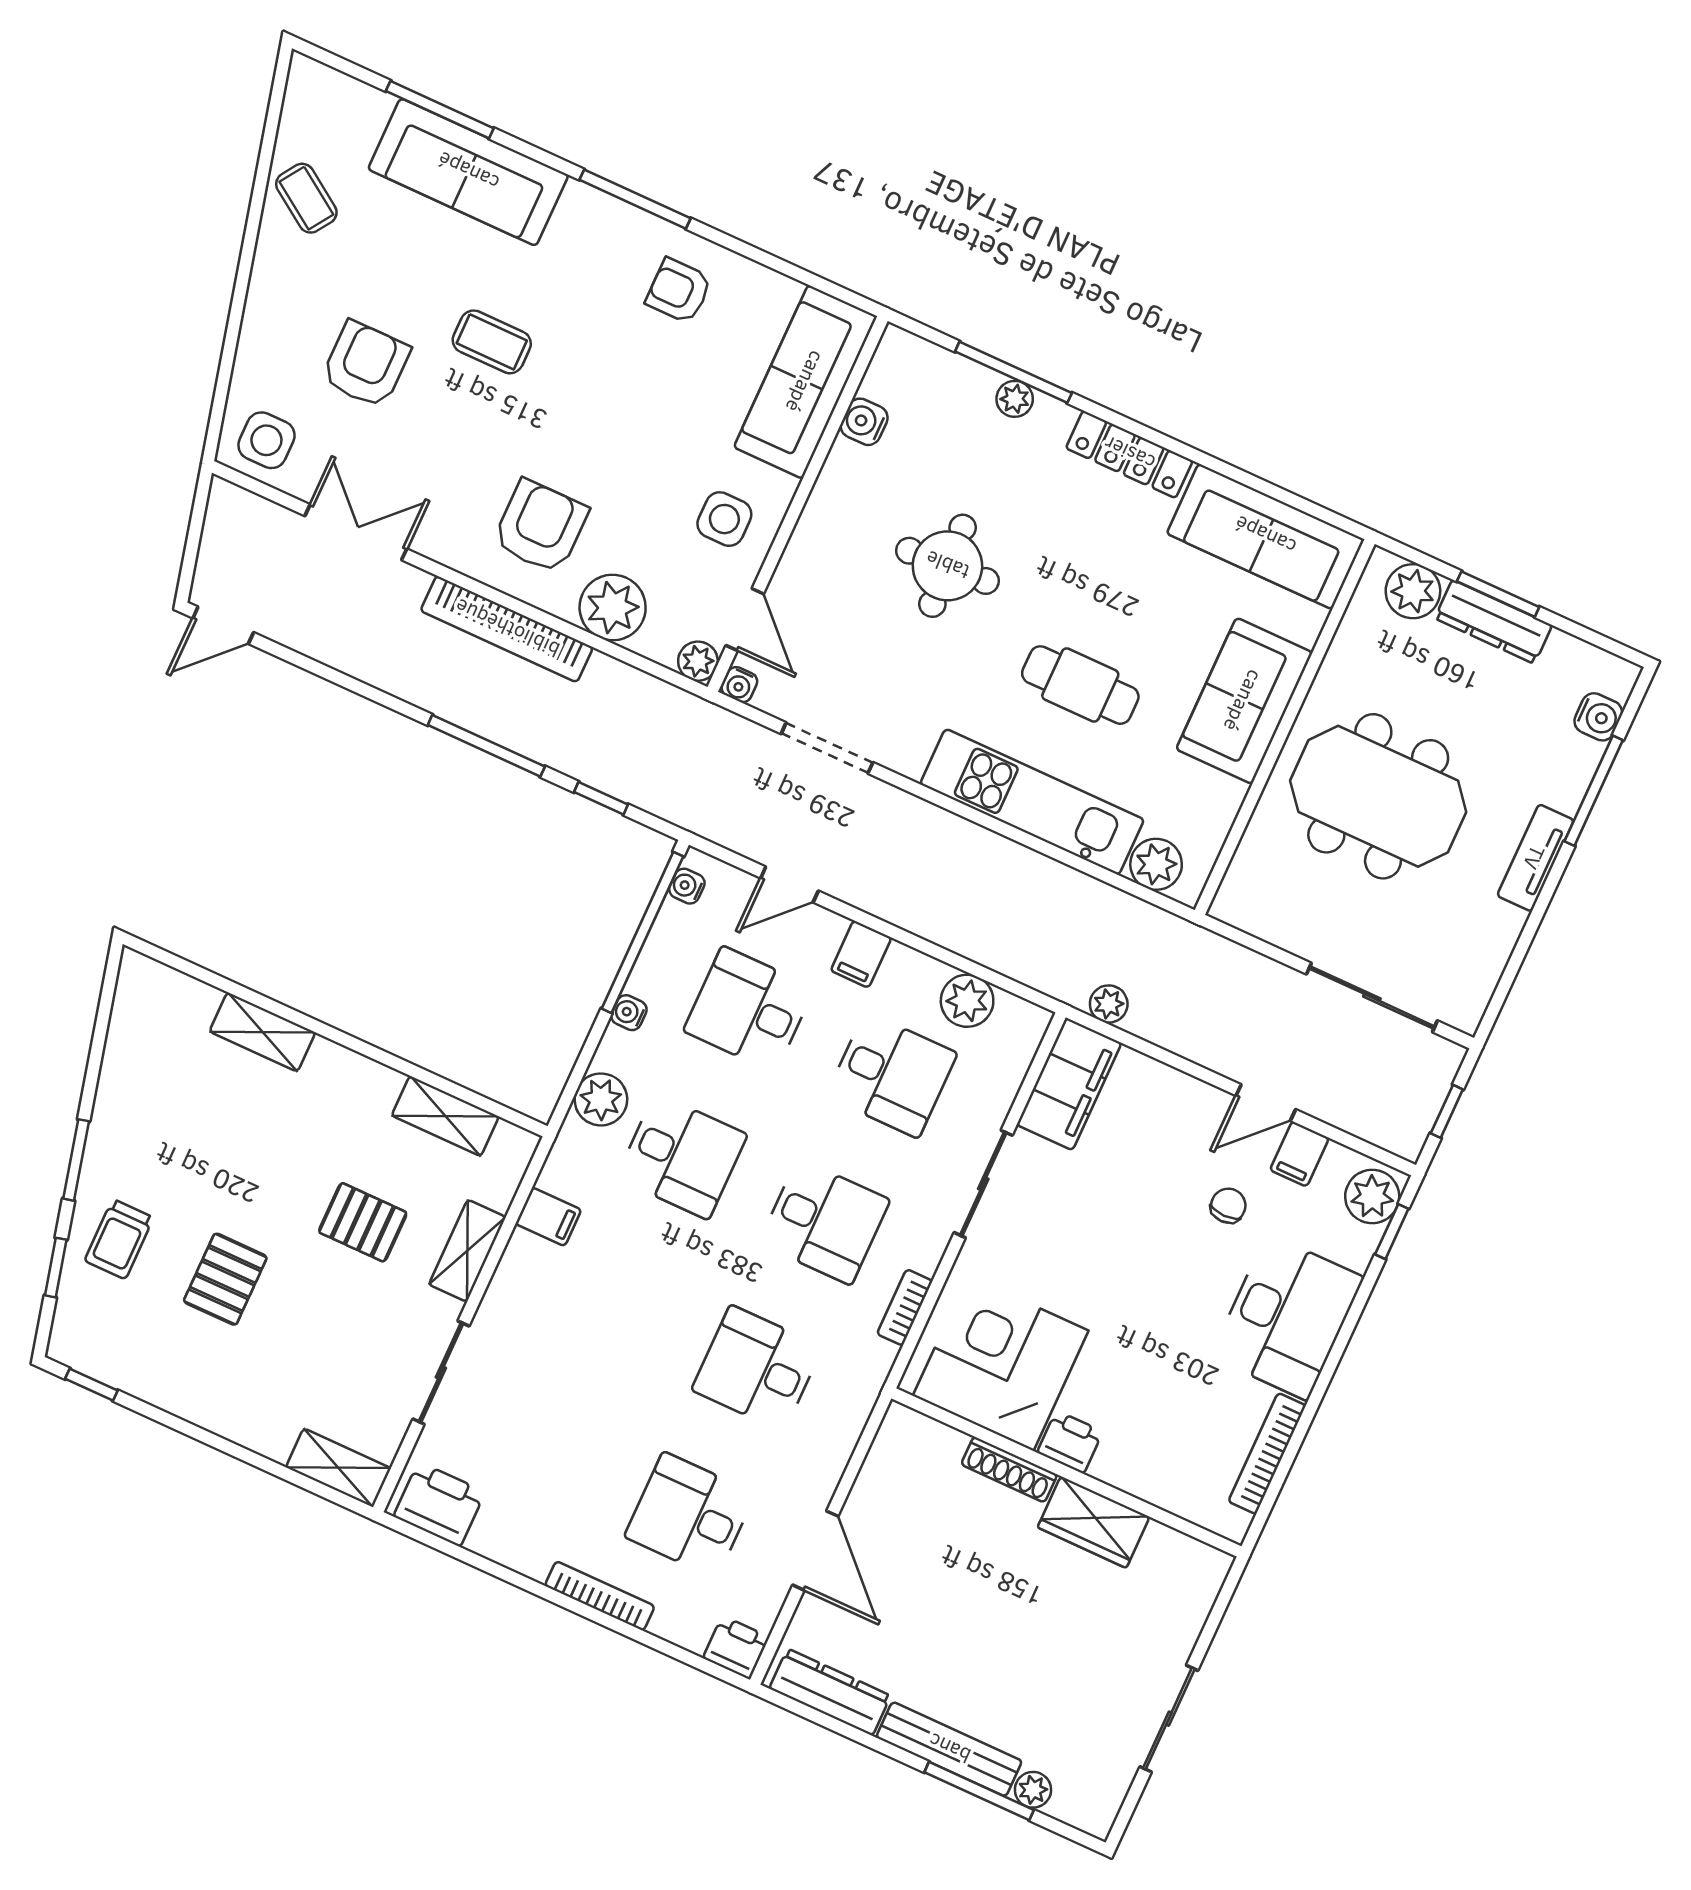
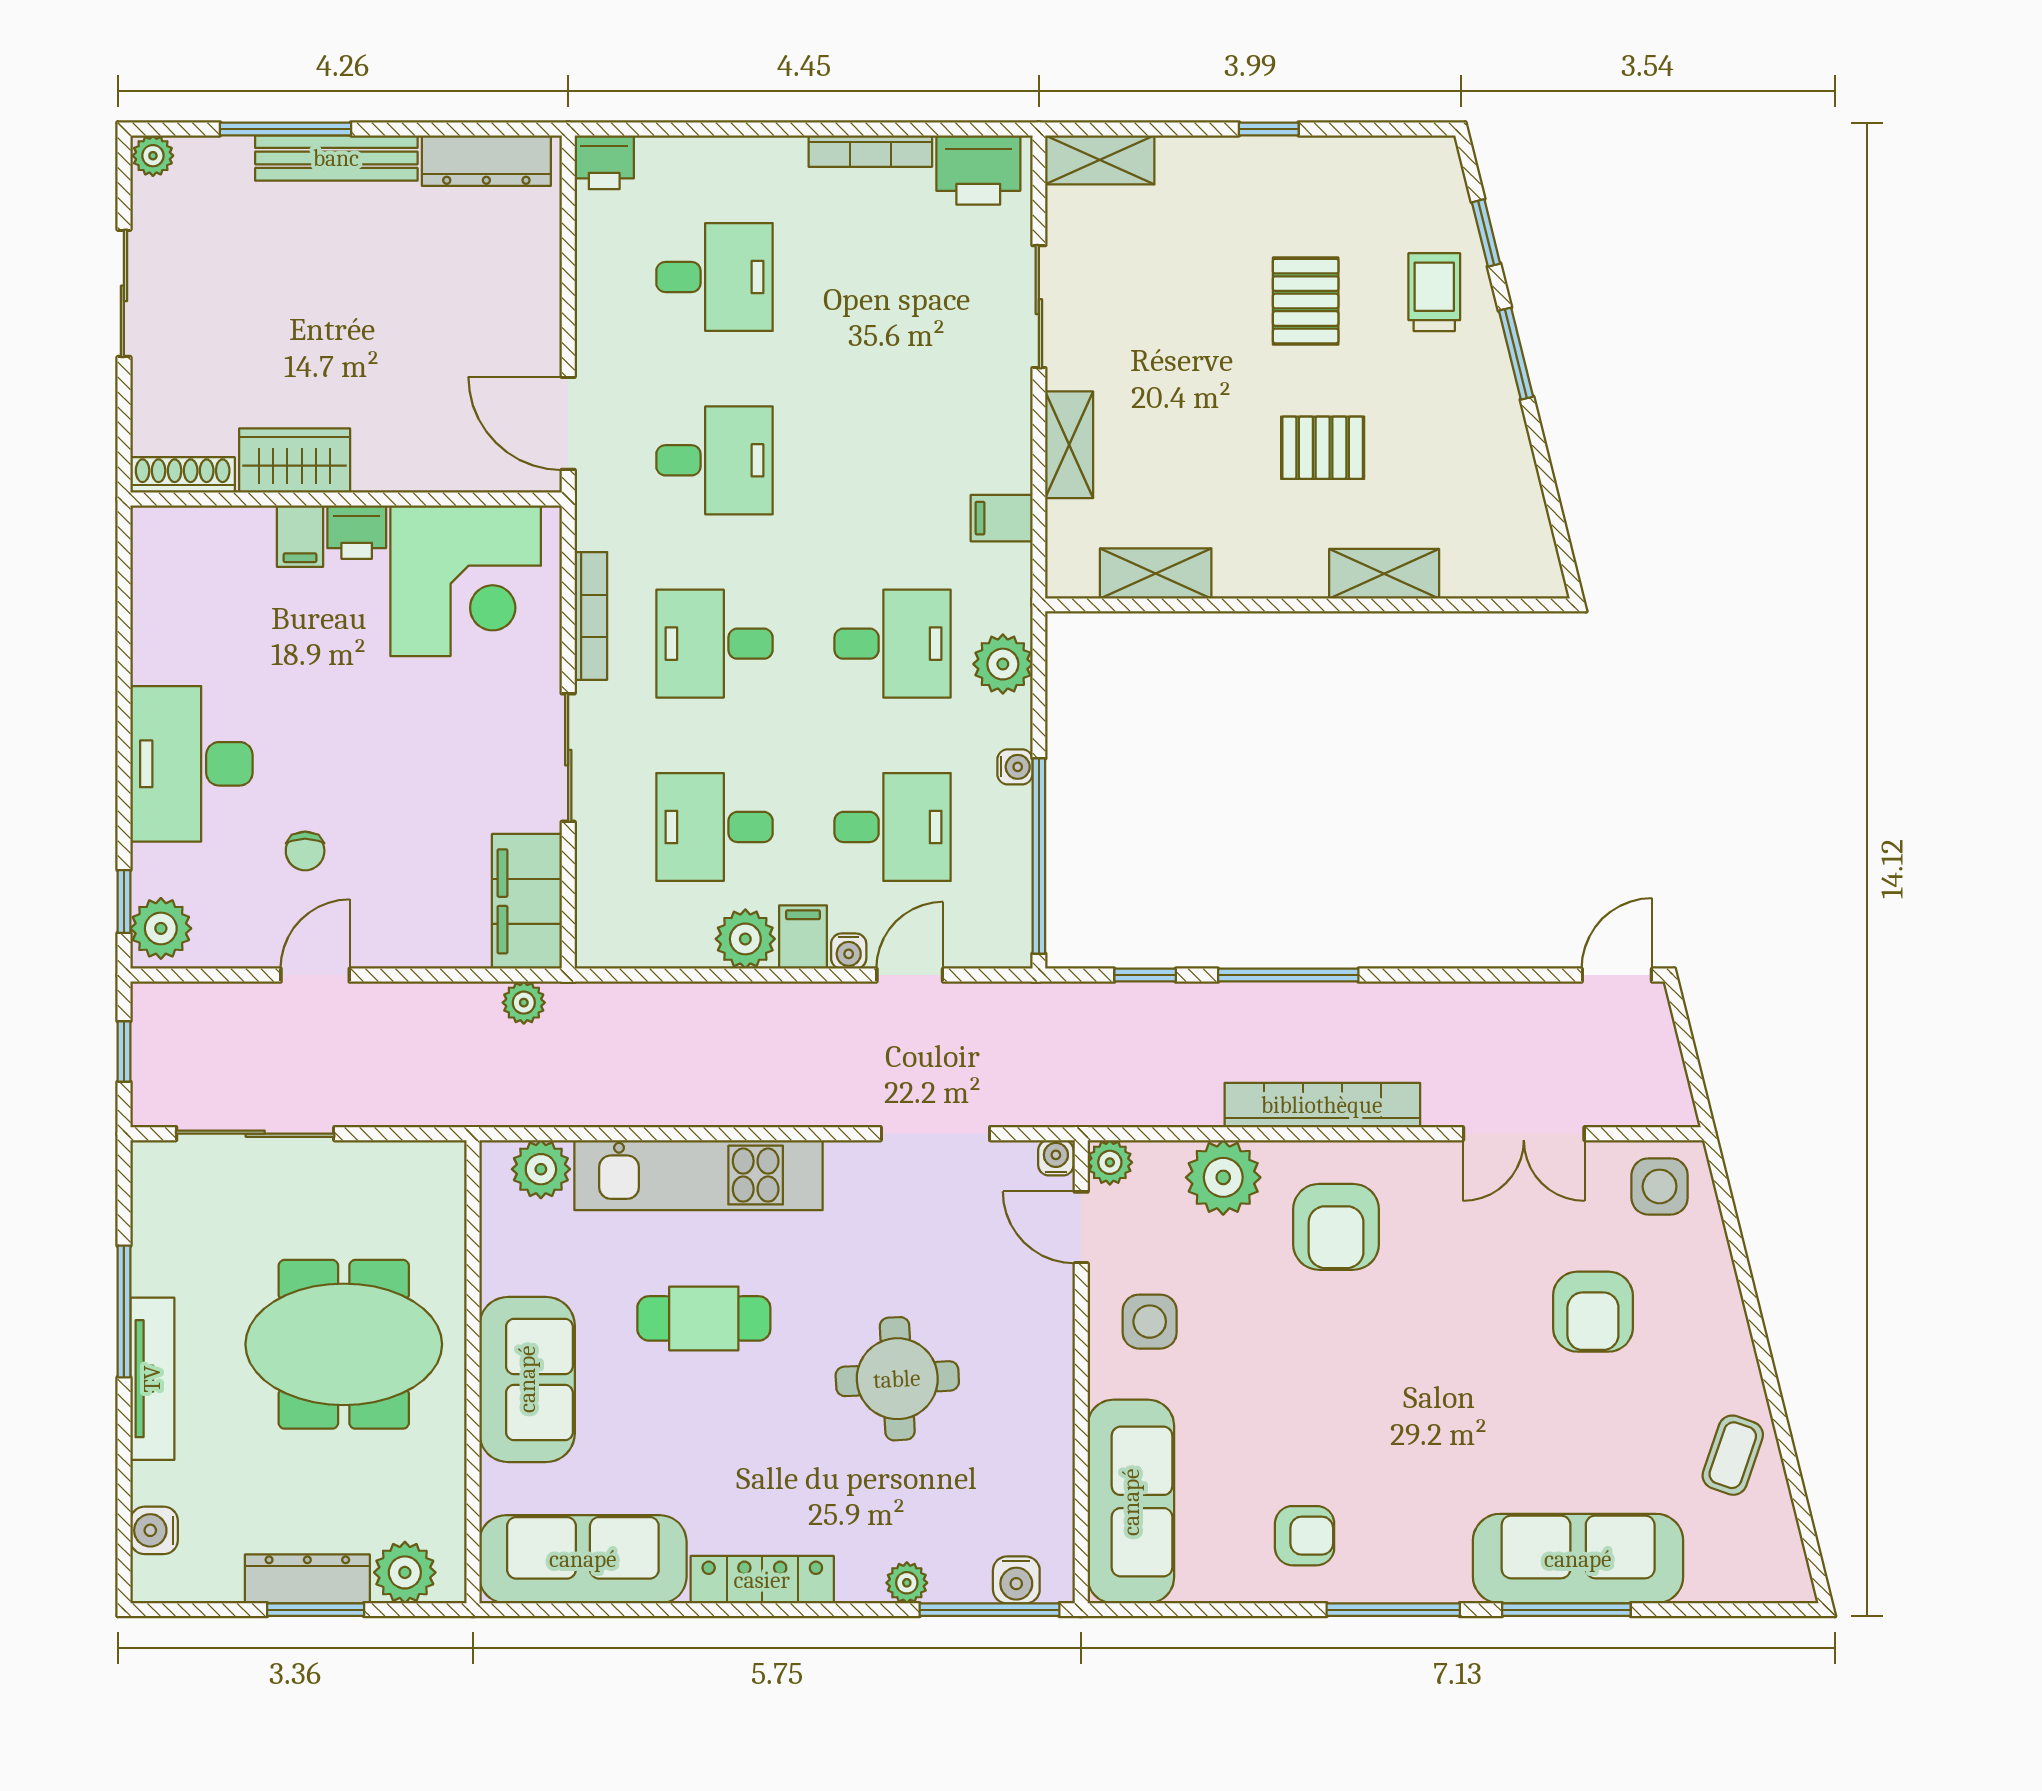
window: (440, 110) -> (1566, 1610), moved
coffee table: (306, 198) -> (1733, 1455), turned 75
coffee table: (492, 342) -> (1473, 1394), removed
window: (1013, 372) -> (990, 1610), moved
water cooler: (864, 422) -> (1016, 1580), moved, turned 90
window: (1594, 791) -> (124, 1312), moved
tv unit: (1535, 858) -> (152, 1379), width x1.41
water cooler: (687, 886) -> (849, 951), moved, turned 90
plant: (967, 1001) -> (745, 939), moved
filing cabinet: (1299, 1154) -> (300, 536), moved, turned 180
desk: (682, 1156) -> (893, 644), turned 180
pallet: (363, 1222) -> (1323, 448), moved
bookcase: (905, 1307) -> (591, 616), width x1.56
window: (91, 1385) -> (1269, 129), moved
bookcase: (1267, 1453) -> (148, 613), removed
shoe rack: (1009, 1470) -> (183, 475), moved
door: (815, 1551) -> (568, 423), moved
bookcase: (600, 1596) -> (870, 151), moved
plant: (1033, 1790) -> (153, 156), moved

